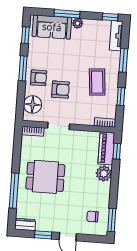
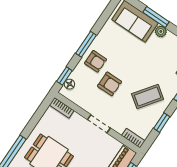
window: (25, 35) -> (64, 76), moved
coffee table: (97, 82) -> (148, 97), turned 41
floor lamp: (33, 104) -> (69, 84), width x0.53, depth x0.53
doorway: (59, 126) -> (99, 124), moved

